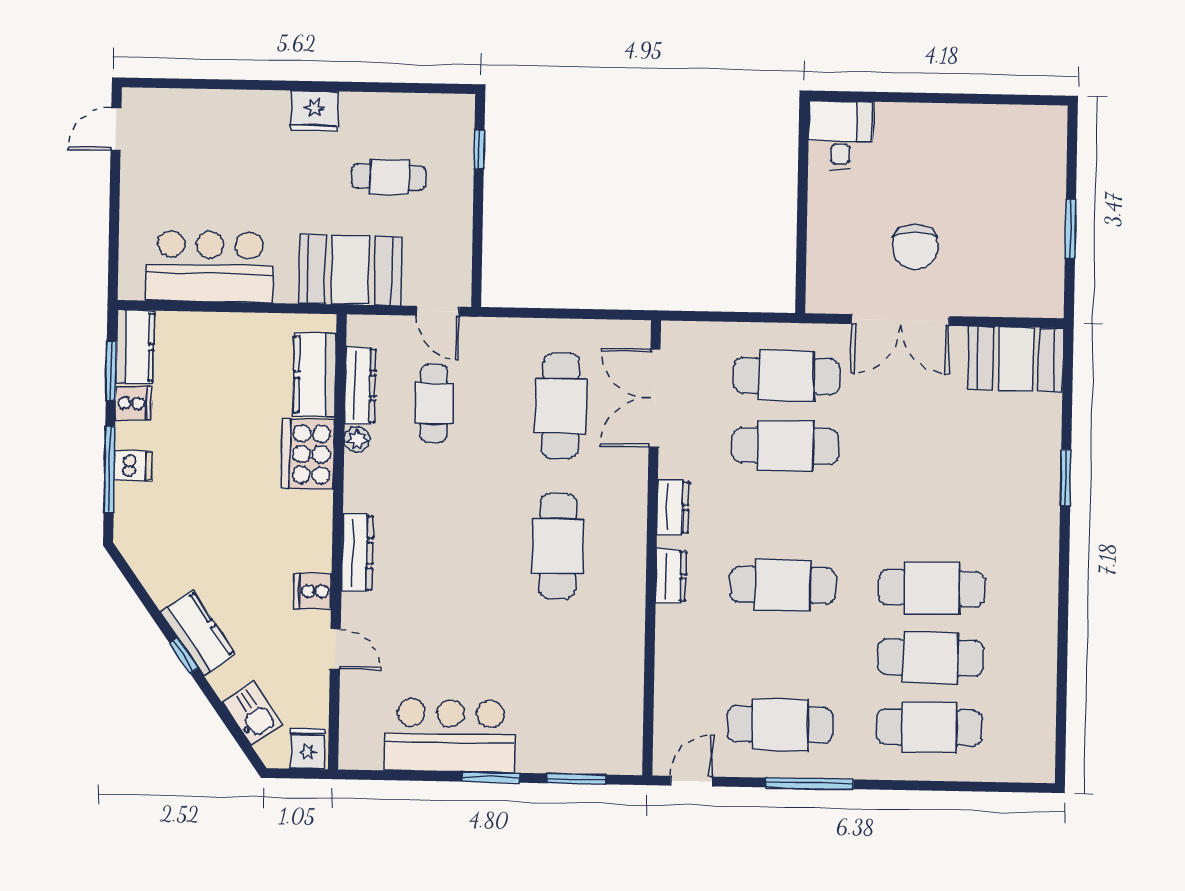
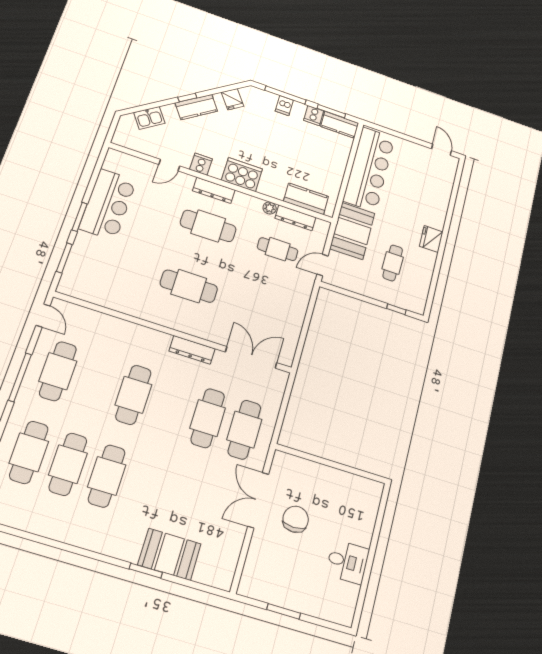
desk: (840, 136) -> (348, 562), moved
chair: (915, 247) -> (296, 519), turned 90
bar counter: (210, 267) -> (369, 169), width x1.36
booth: (1016, 359) -> (169, 554), moved, turned 90
cafe table: (560, 406) -> (208, 226), moved
cooker: (308, 454) -> (242, 175), moved
dresser: (673, 507) -> (192, 350), width x1.44
dresser: (671, 576) -> (156, 338), removed
fridge: (308, 748) -> (233, 99), moved, turned 55

